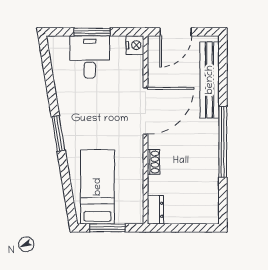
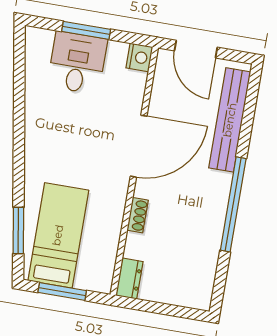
door: (176, 32) -> (196, 49), hinge flipped
window: (58, 133) -> (18, 231), moved

